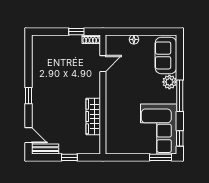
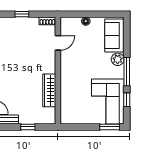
window: (76, 32) -> (22, 14), moved
window: (180, 138) -> (127, 100), moved

